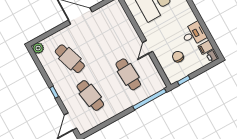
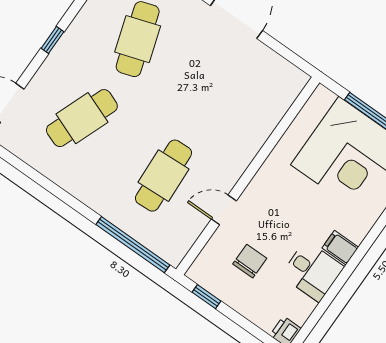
door: (147, 47) -> (224, 210), moved
filing cabinet: (206, 47) -> (340, 248), moved
cafe table: (90, 95) -> (82, 118), turned 30

